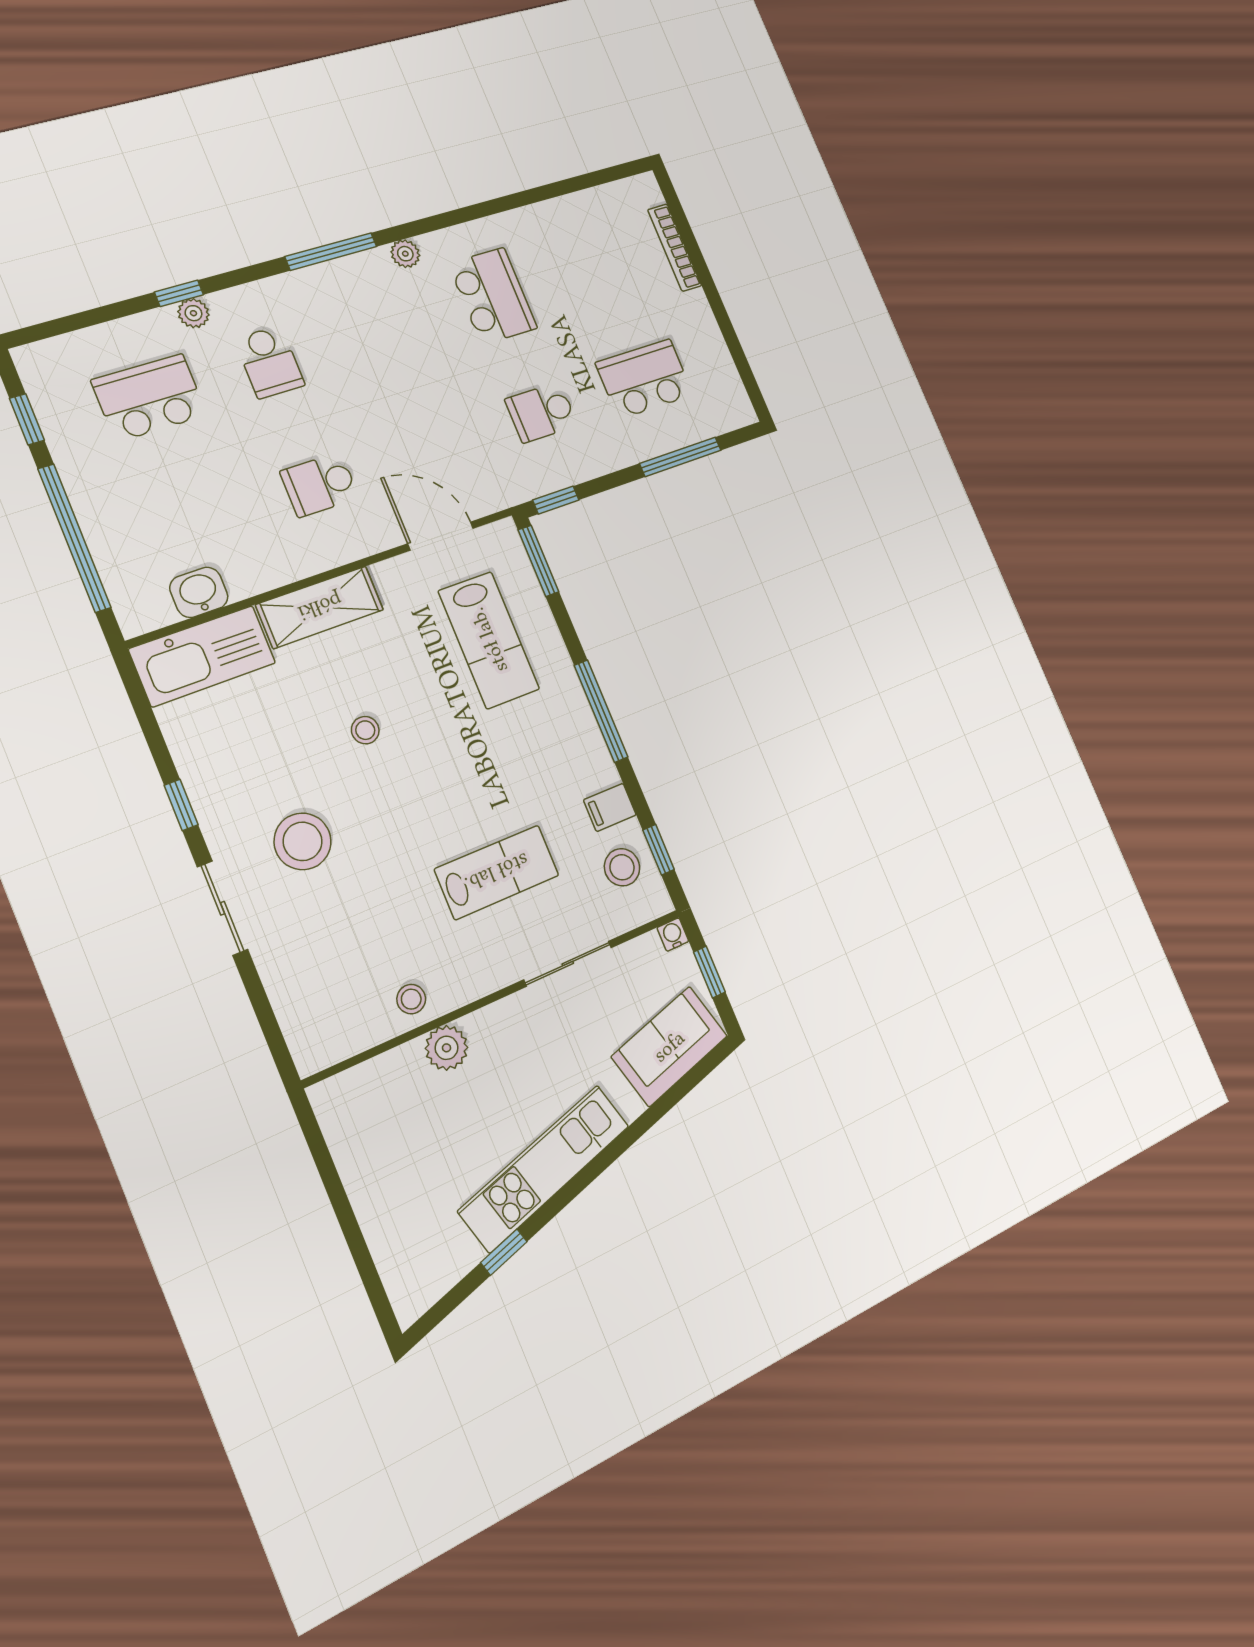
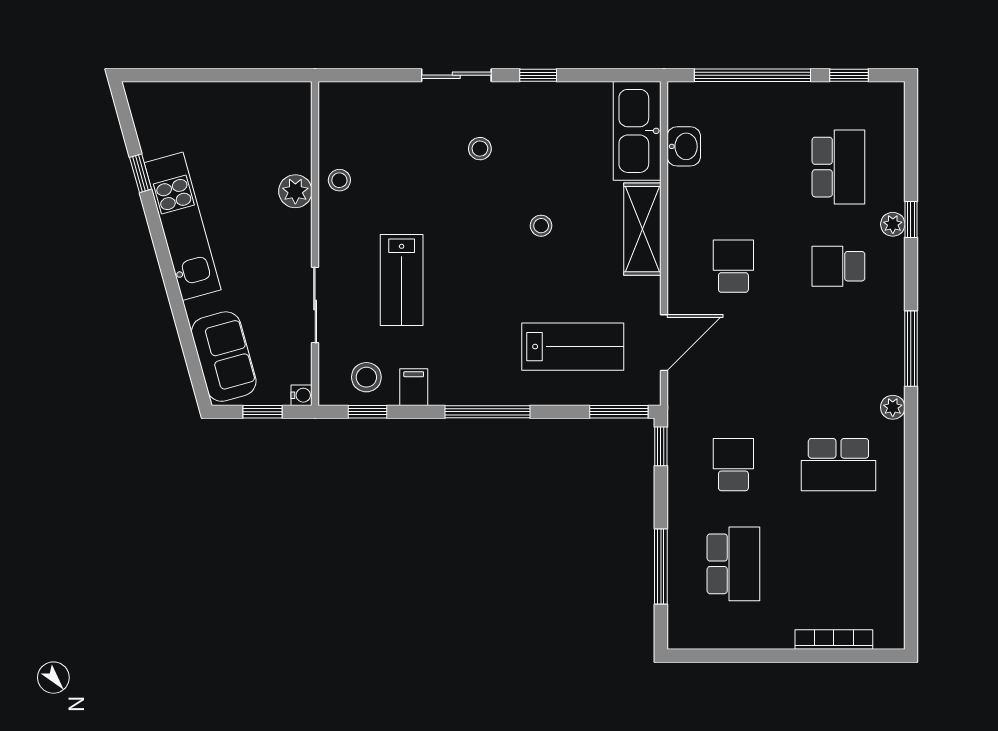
lab bench: (489, 640) -> (573, 347), turned 180
stool: (303, 841) -> (480, 149), width x0.53, depth x0.53

